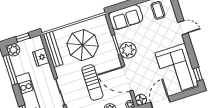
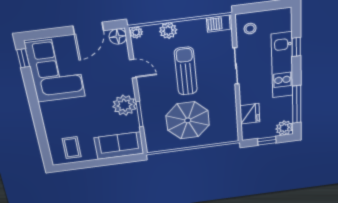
door: (183, 28) -> (38, 122), removed
bench: (53, 49) -> (231, 121), removed
door: (127, 79) -> (133, 69), width x0.53

